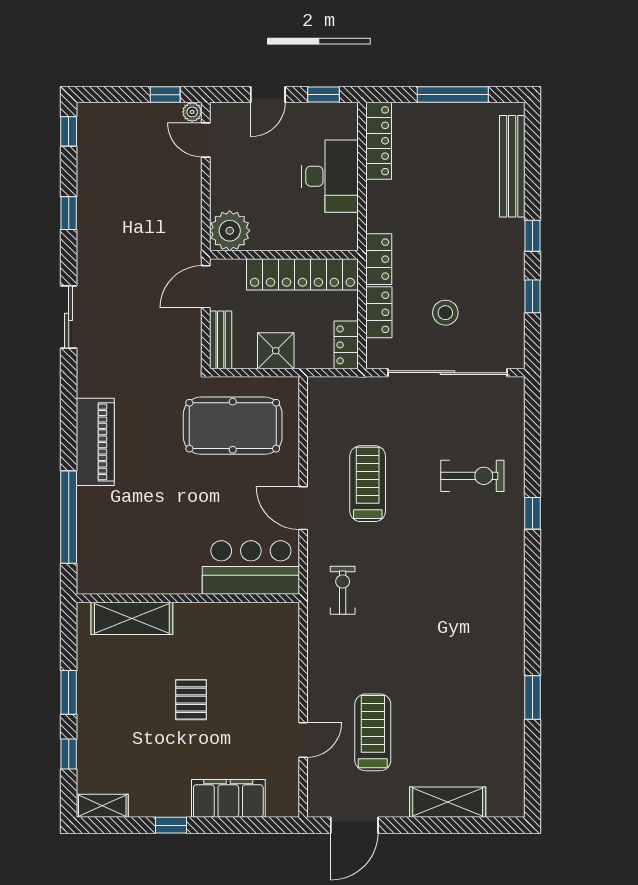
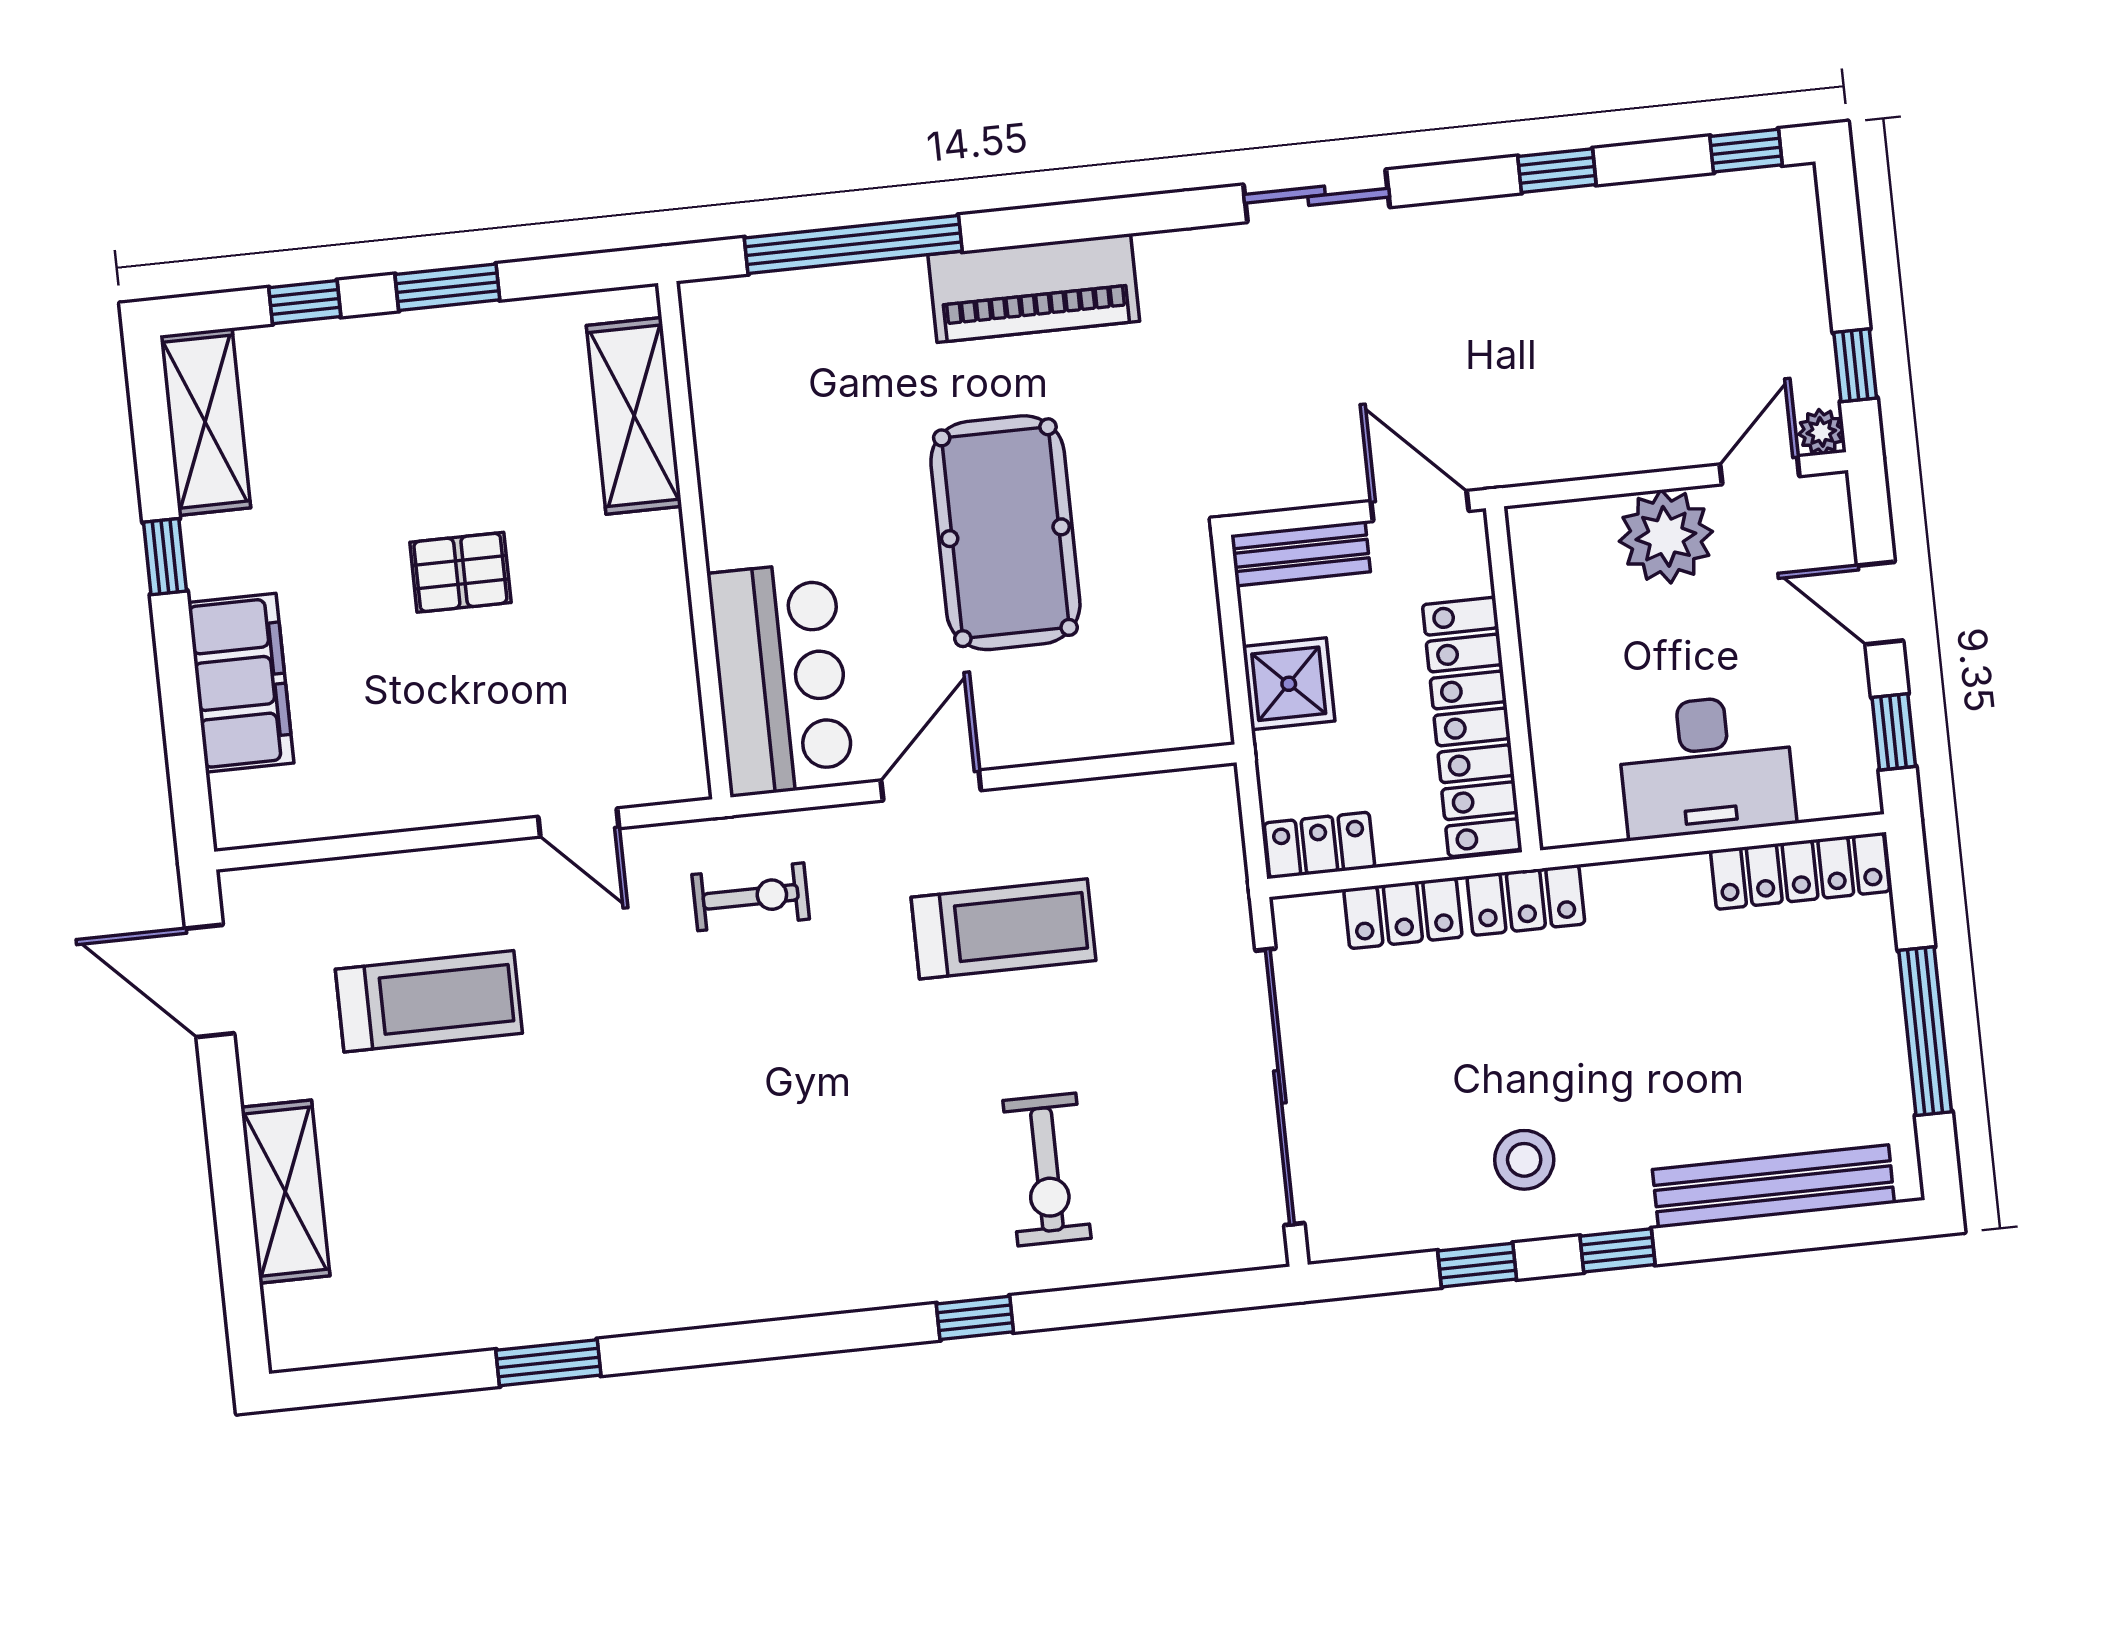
plant: (230, 231) -> (1666, 536), moved
stool: (445, 313) -> (1524, 1160), moved
pool table: (233, 426) -> (1005, 533), moved
door: (303, 740) -> (579, 822), moved
shelving: (102, 806) -> (205, 422), width x1.50, depth x1.33

